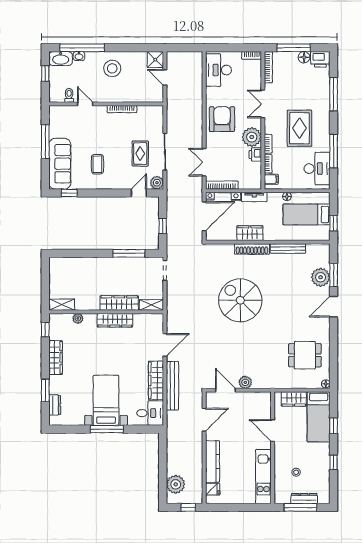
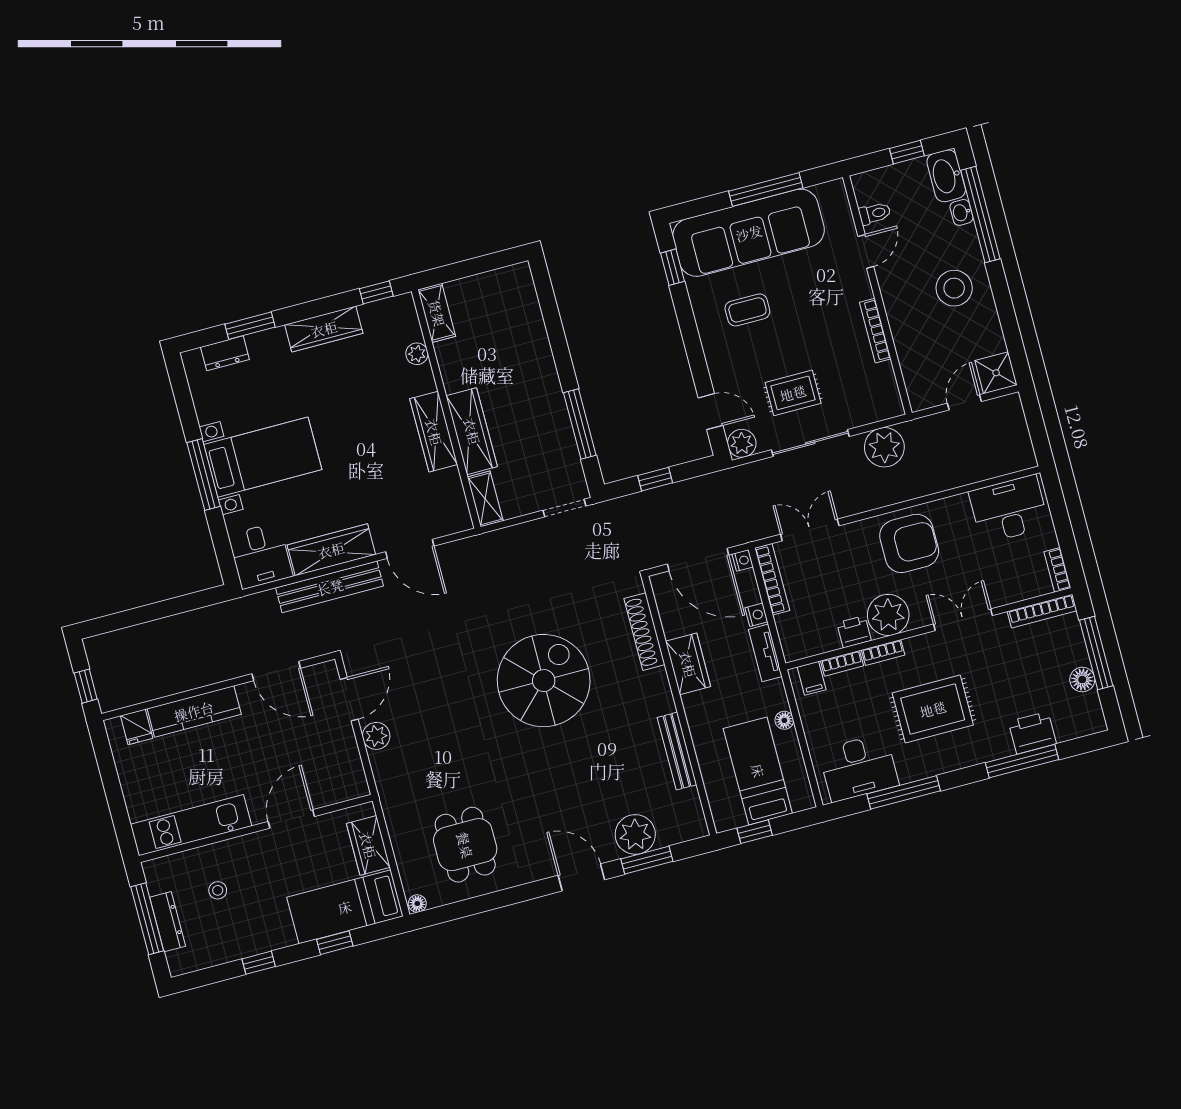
printer: (320, 59) -> (1032, 733), moved, turned 90
sofa: (60, 164) -> (749, 233), width x1.36, depth x1.27
shoe rack: (252, 249) -> (644, 632), moved
plant: (176, 484) -> (884, 447), moved

